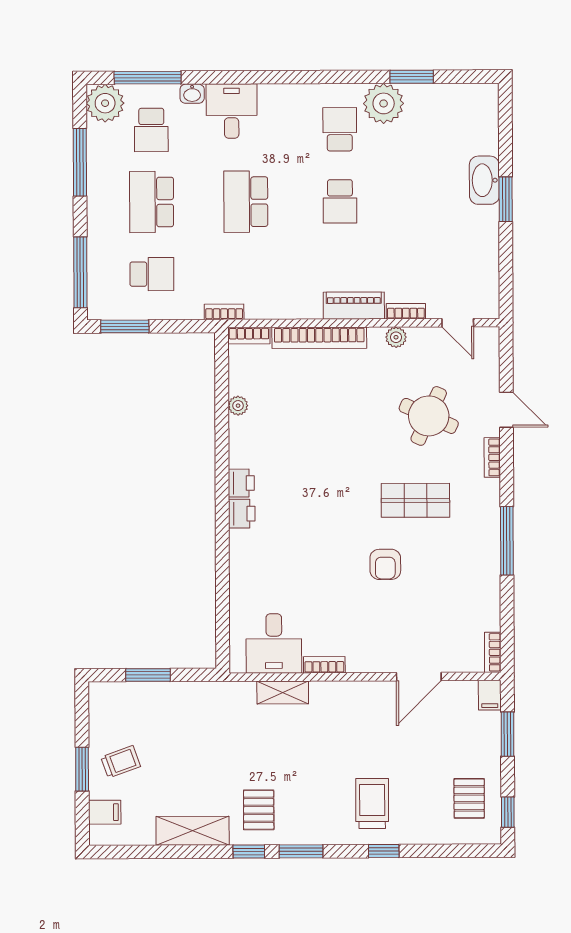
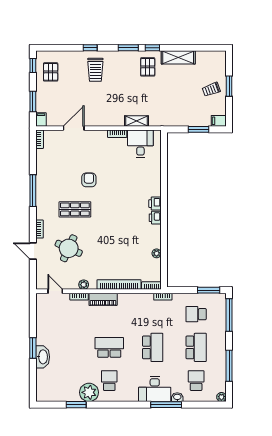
window: (148, 78) -> (166, 405), moved
plant: (105, 103) -> (221, 397), width x0.53, depth x0.53
desk: (232, 111) -> (155, 389), width x1.37
school desk: (340, 129) -> (109, 381), turned 180
school desk: (340, 201) -> (109, 347), width x1.85
filing cabinet: (105, 812) -> (219, 121), moved

